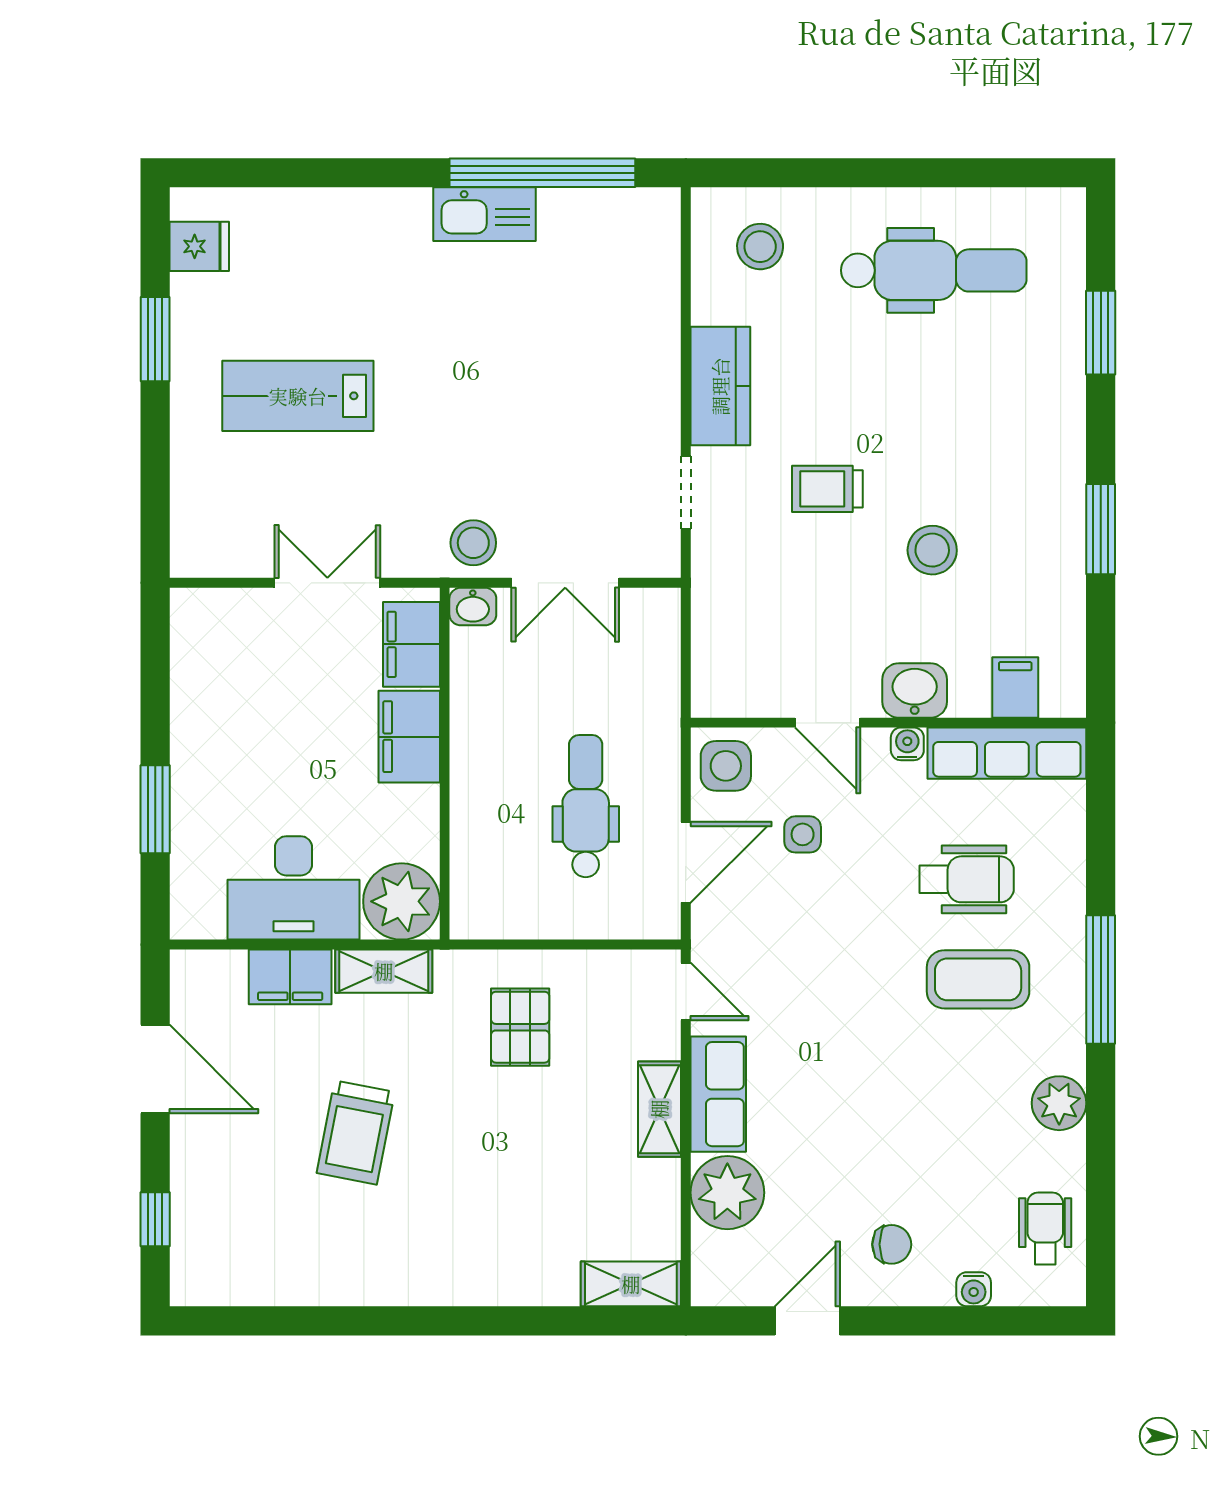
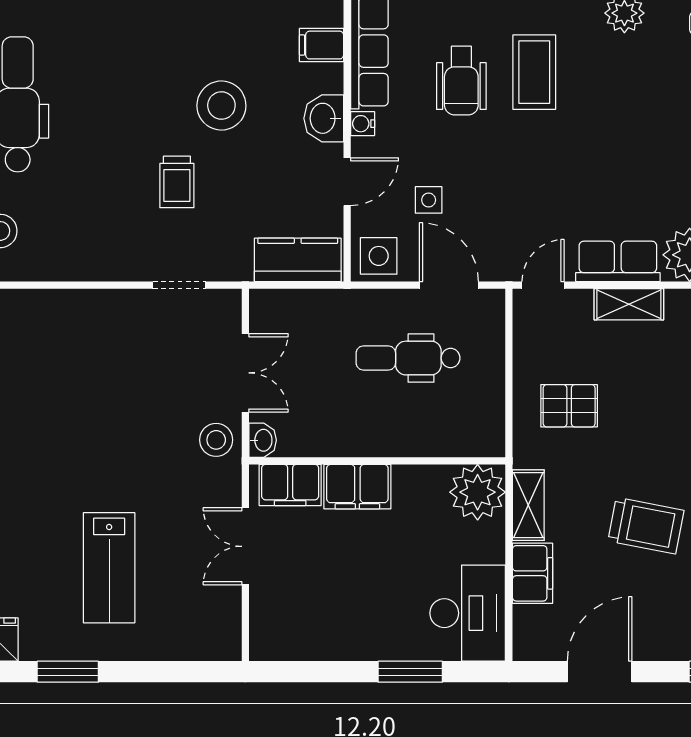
kitchen counter: (720, 386) -> (298, 260), moved
stool: (932, 550) -> (221, 106), width x1.38, depth x1.38
wheelchair: (966, 879) -> (461, 81), turned 180
desk: (293, 888) -> (468, 613), moved

